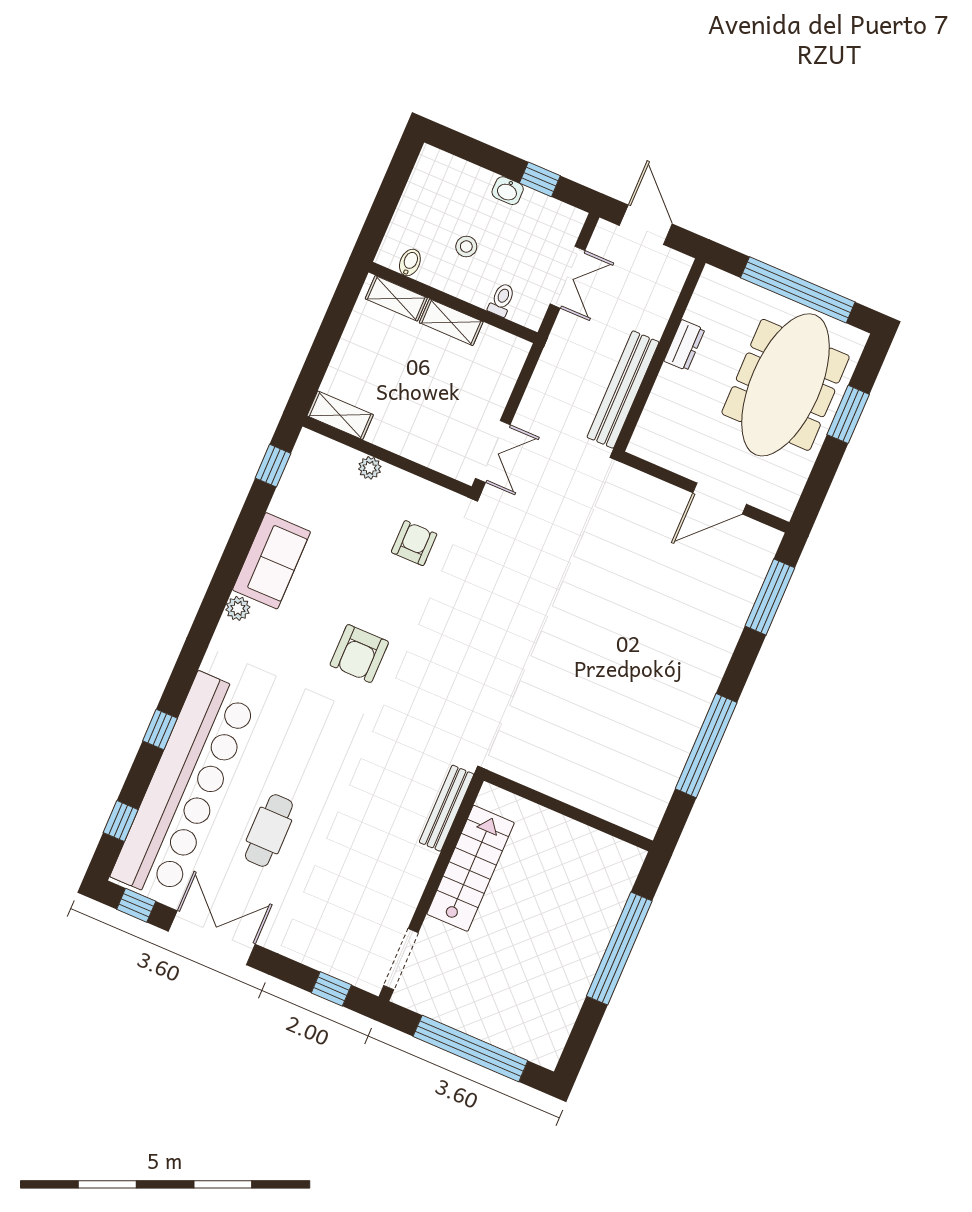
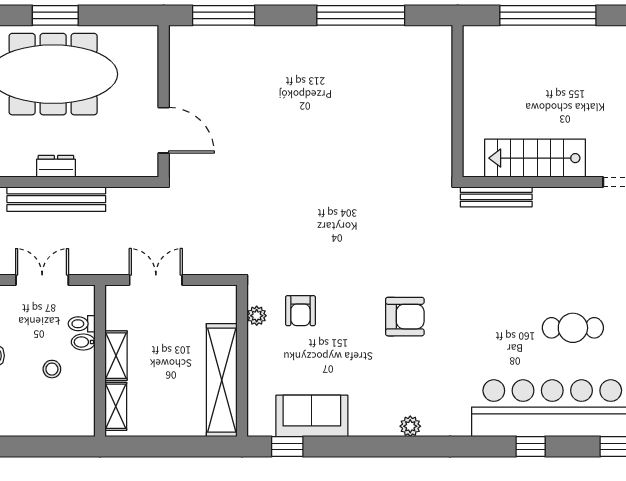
bidet: (410, 262) -> (83, 342), moved
bench: (623, 390) -> (56, 199), moved
shelving: (340, 415) -> (222, 380), width x2.20, depth x1.33
double door: (493, 451) -> (156, 280), moved
plant: (370, 468) -> (257, 316), moved
door: (720, 498) -> (164, 130), moved
armchair: (414, 543) -> (300, 311), turned -90
sofa: (271, 561) -> (312, 416), moved

